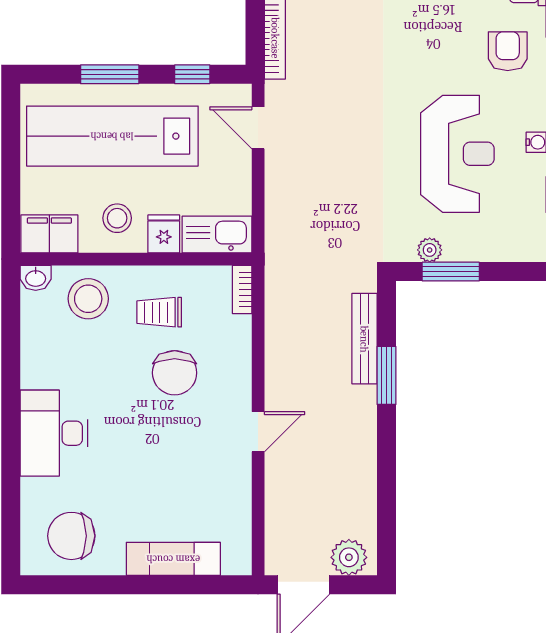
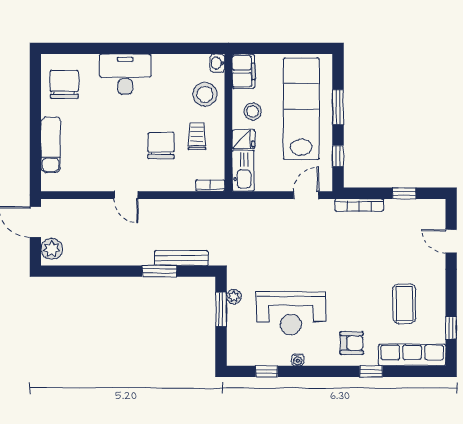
chair: (175, 373) -> (161, 146), turned 90

